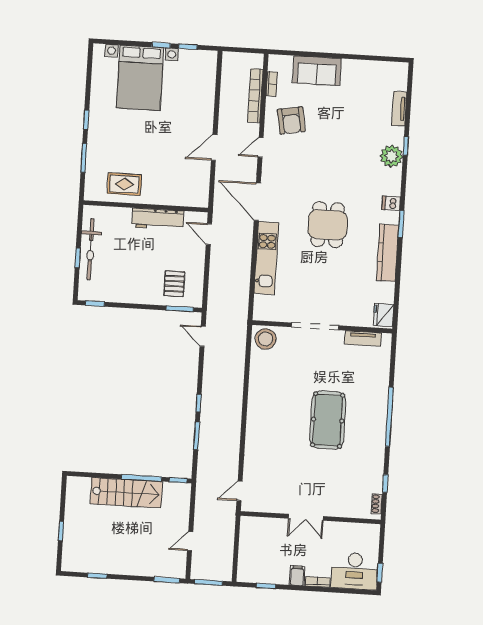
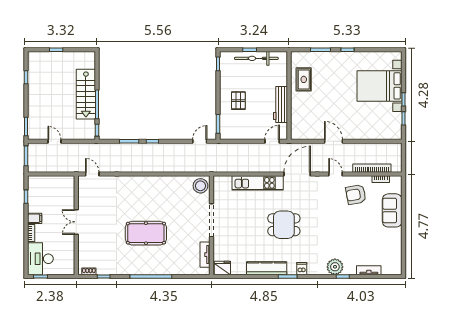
pallet: (174, 284) -> (238, 101), moved, turned 90

